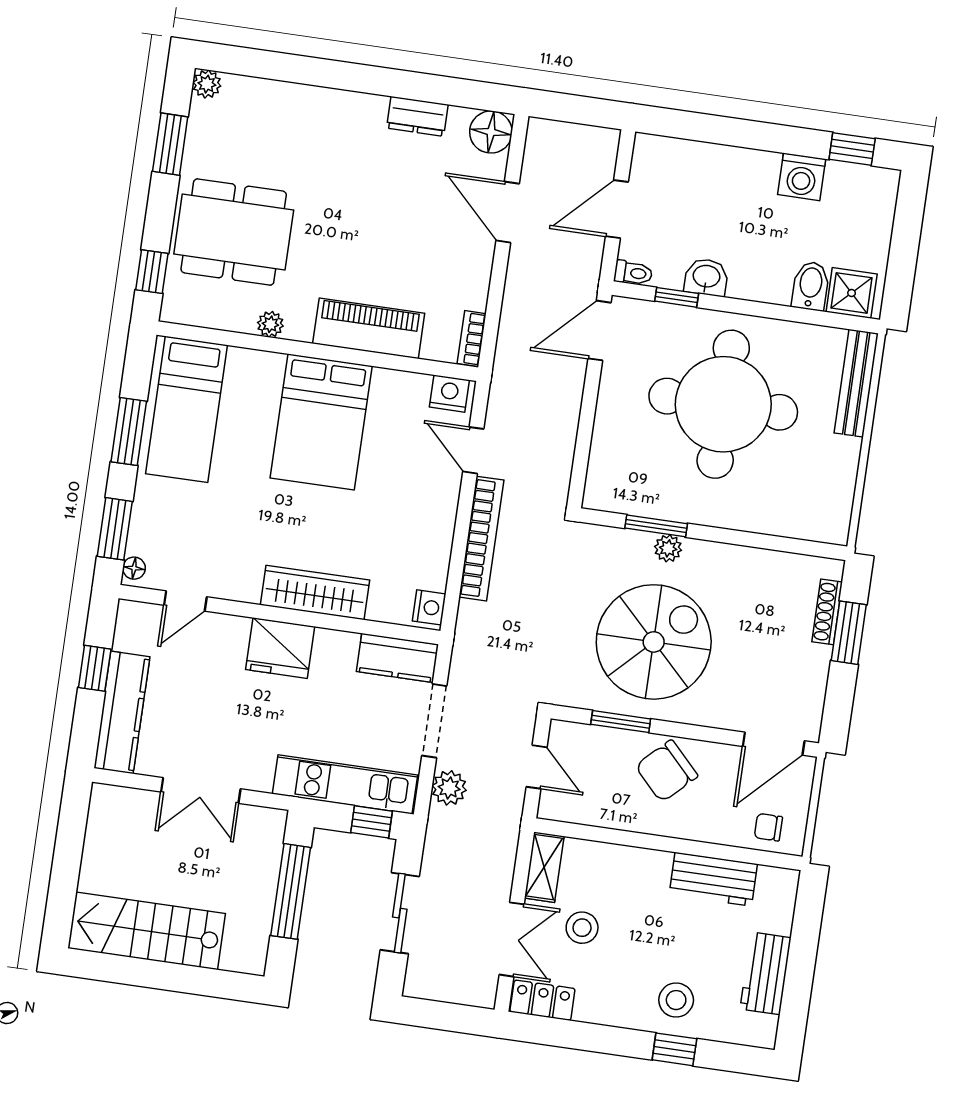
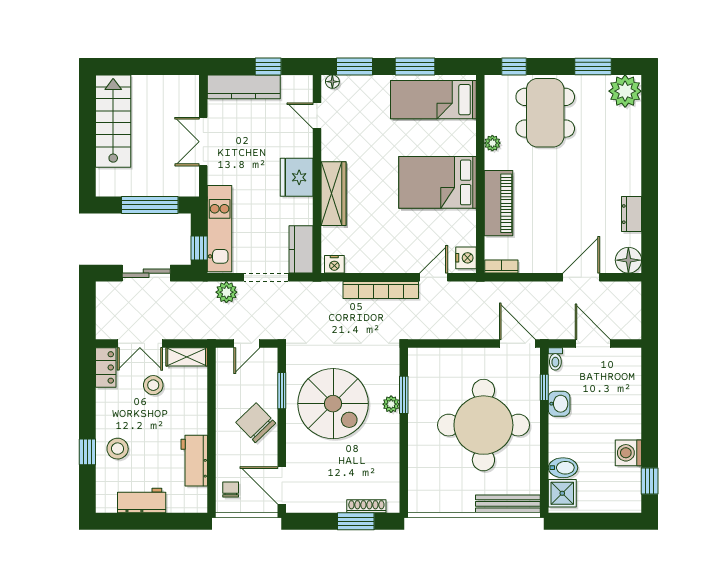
plant: (207, 84) -> (625, 91), width x1.87, depth x1.87

